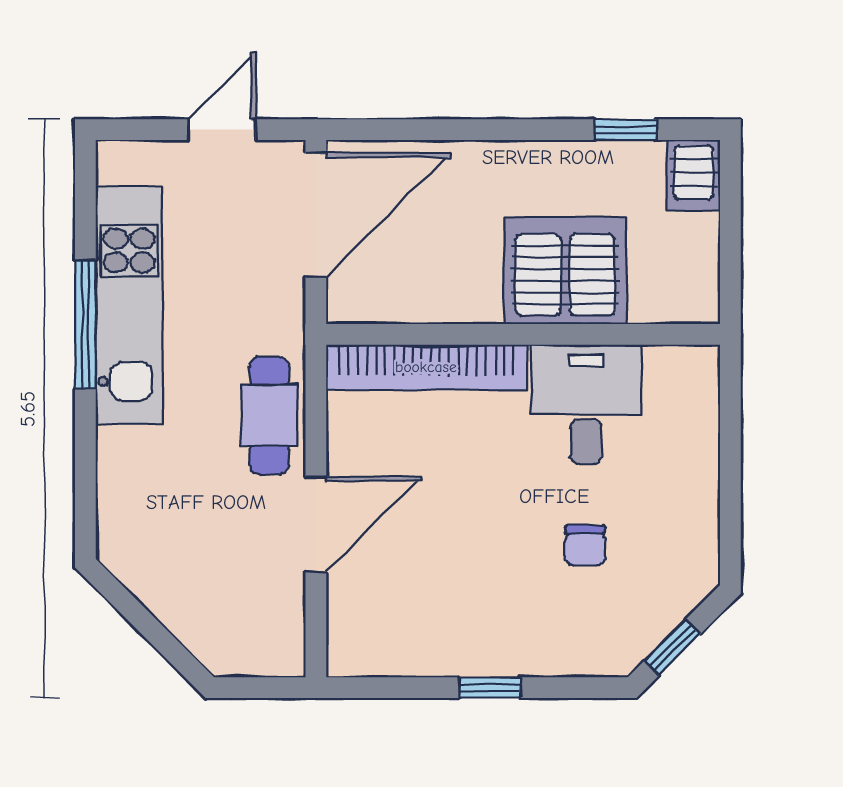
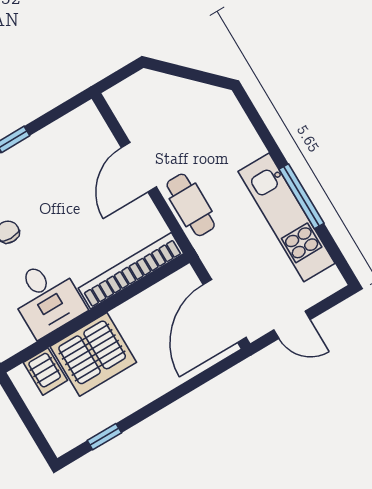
door: (222, 130) -> (292, 325), hinge flipped
server rack: (694, 175) -> (45, 371), moved, turned 180

